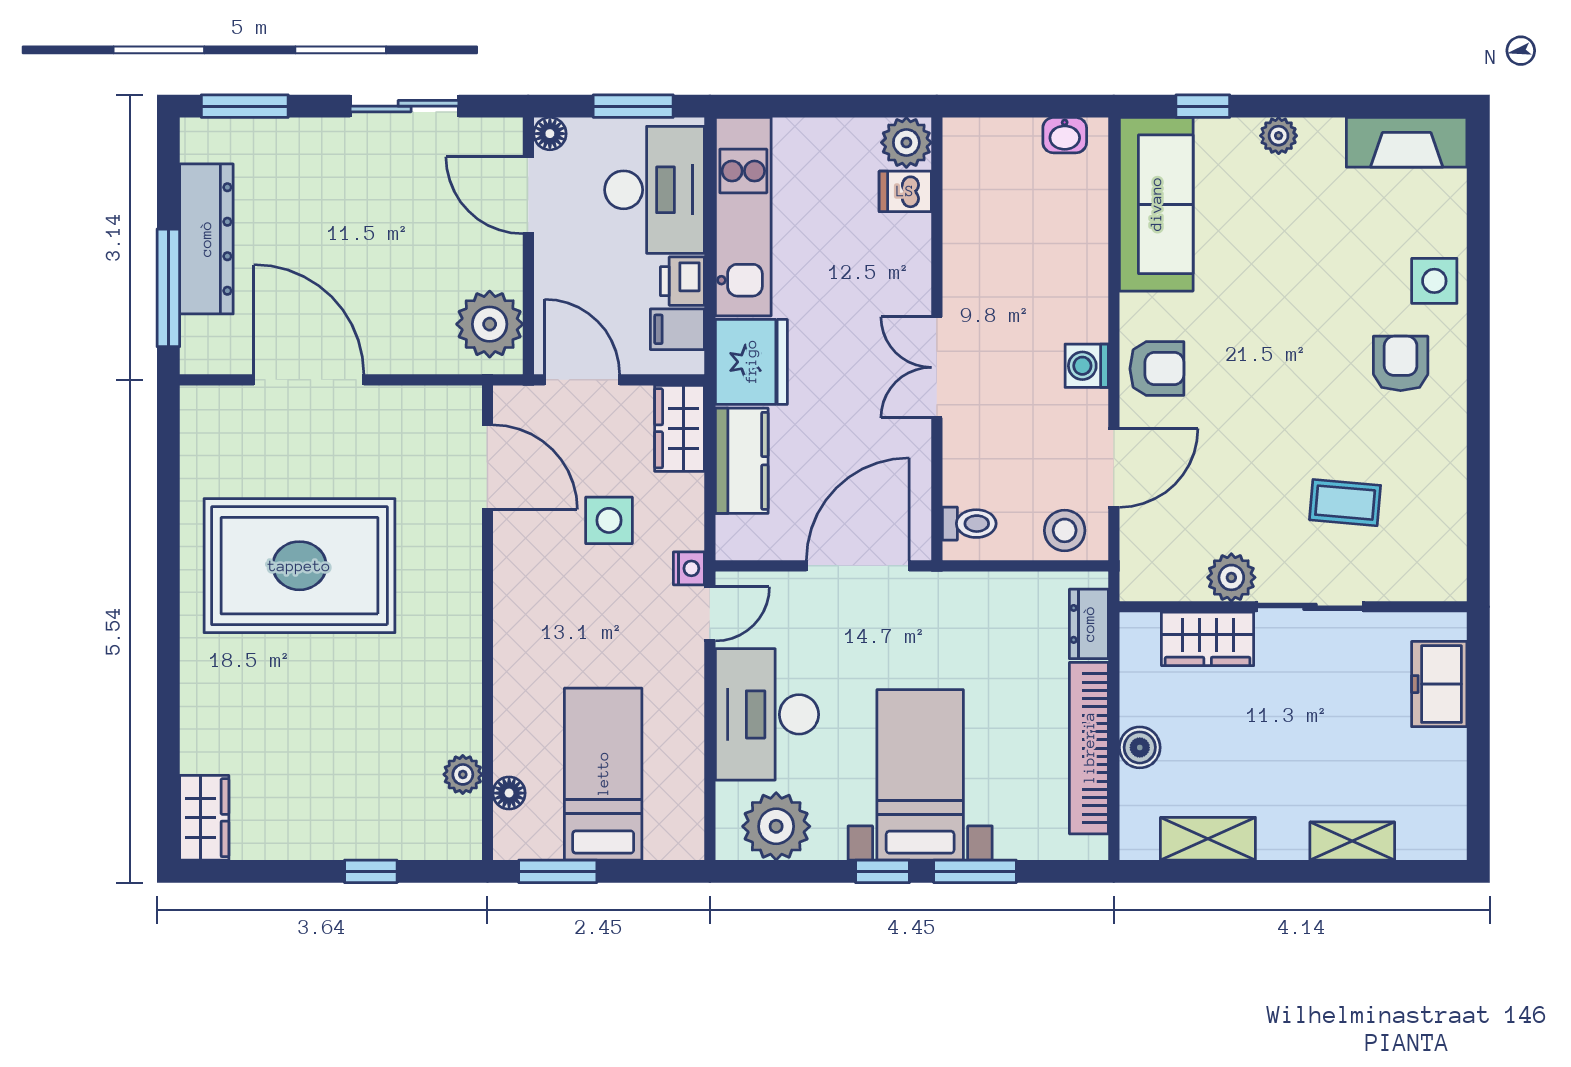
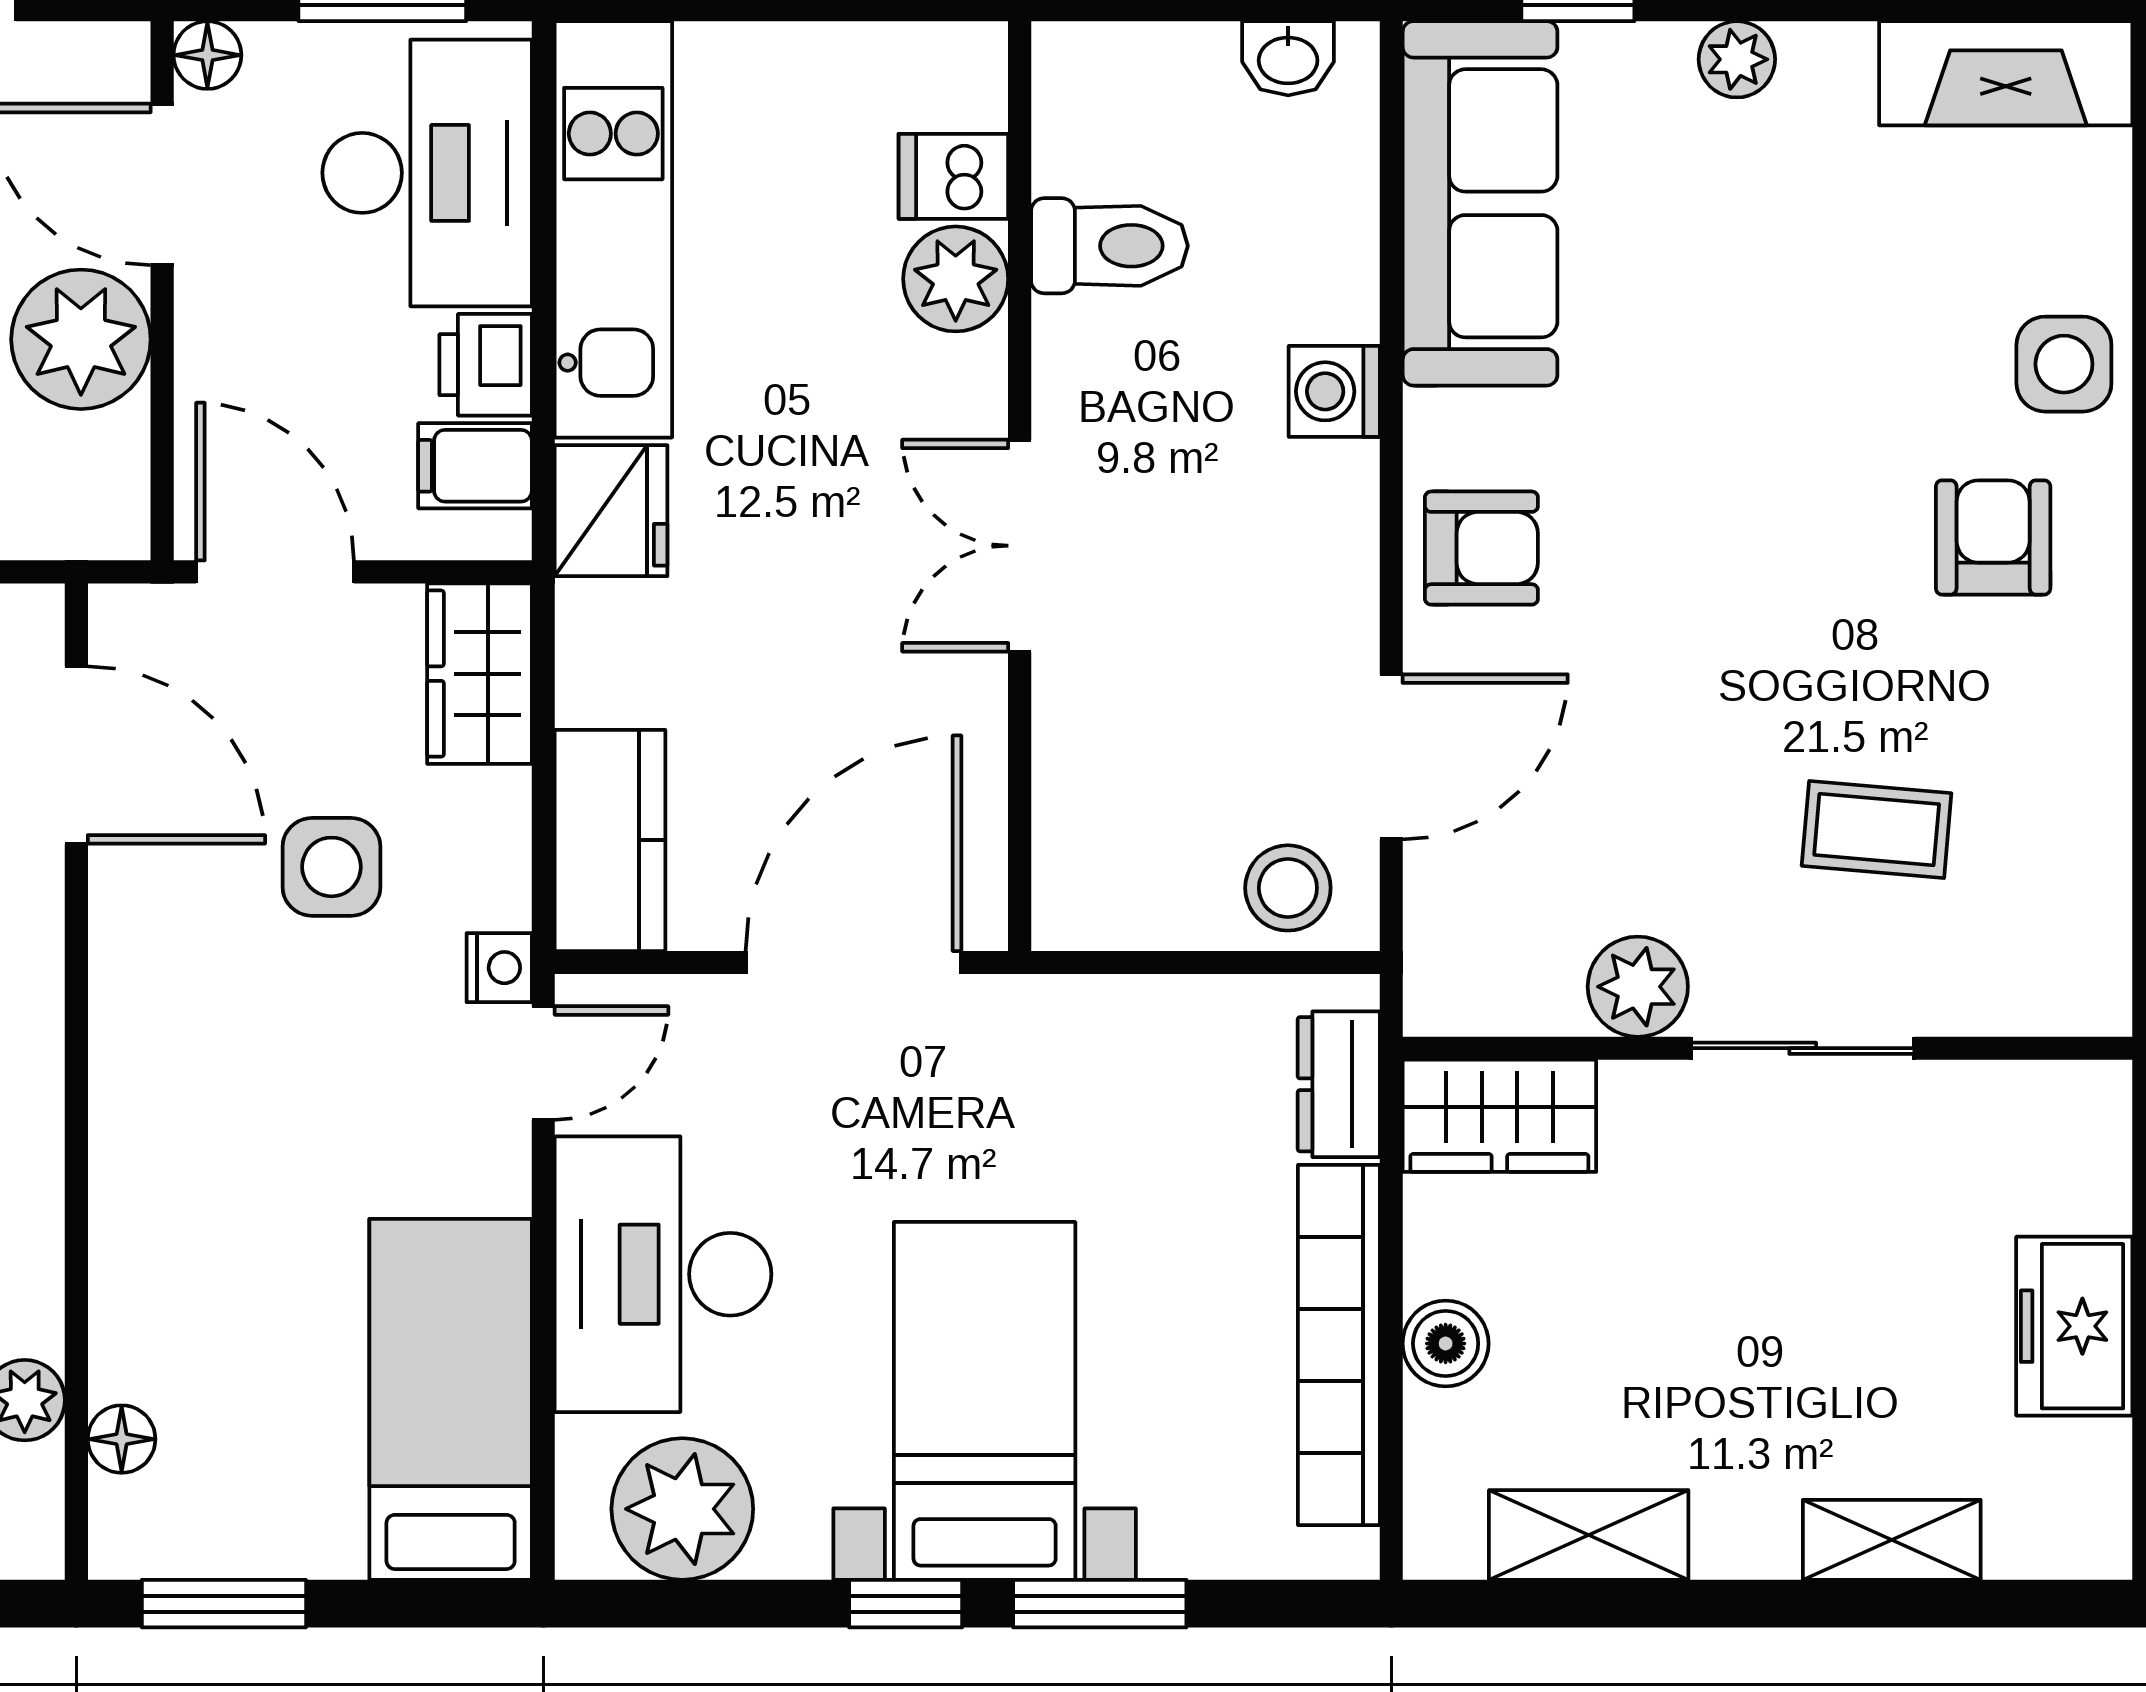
plant: (906, 143) -> (956, 279), moved
plant: (490, 324) -> (81, 339), moved
fridge: (751, 362) -> (611, 511), width x0.73, depth x0.75
washing machine: (1087, 366) -> (1334, 391), moved
kitchen counter: (742, 461) -> (610, 840), moved
toilet: (969, 524) -> (1109, 246), moved, width x1.37, depth x1.39
wardrobe: (1208, 639) -> (1499, 1116), moved
freezer: (1439, 684) -> (2074, 1326), moved
bed: (603, 774) -> (451, 1399), moved

